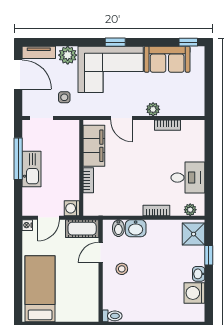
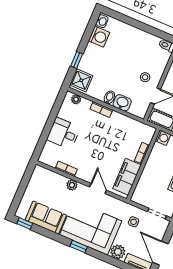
desk: (188, 178) -> (64, 133), moved
bidet: (118, 228) -> (109, 97), moved
washbasin: (199, 274) -> (102, 21), moved

